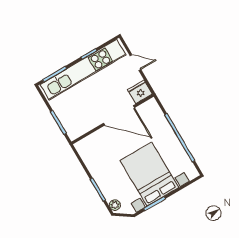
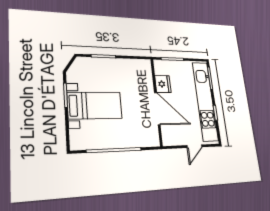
fridge: (140, 92) -> (163, 84), moved
door: (119, 115) -> (157, 109), swing flipped
bed with nightstands: (149, 174) -> (95, 105), width x0.73
plant: (115, 205) -> (83, 62), removed

